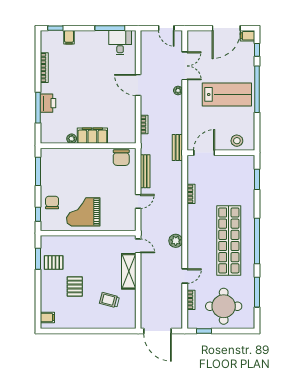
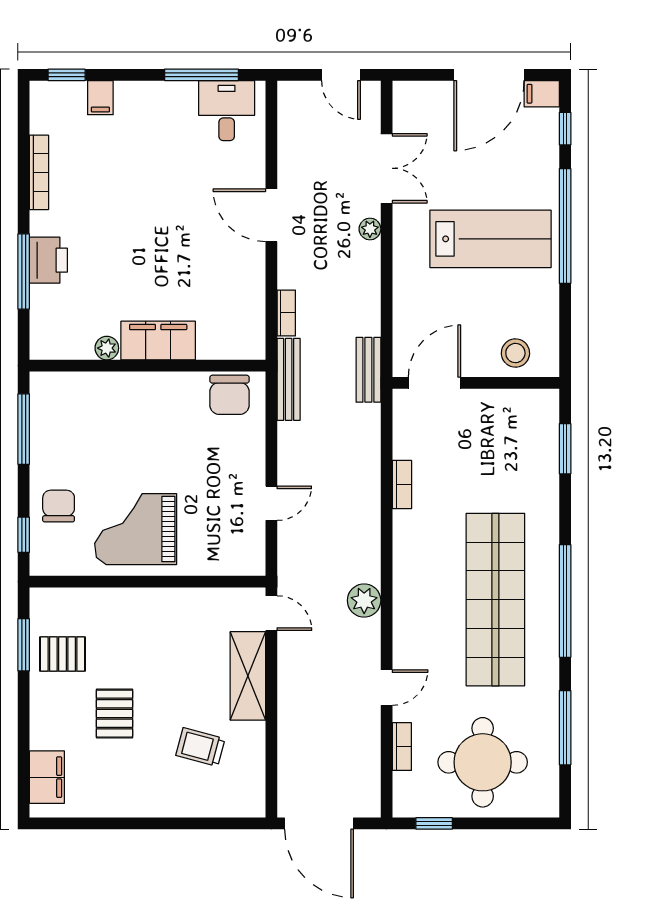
bench: (145, 171) -> (289, 379), moved
filing cabinet: (47, 318) -> (47, 777), width x2.00

